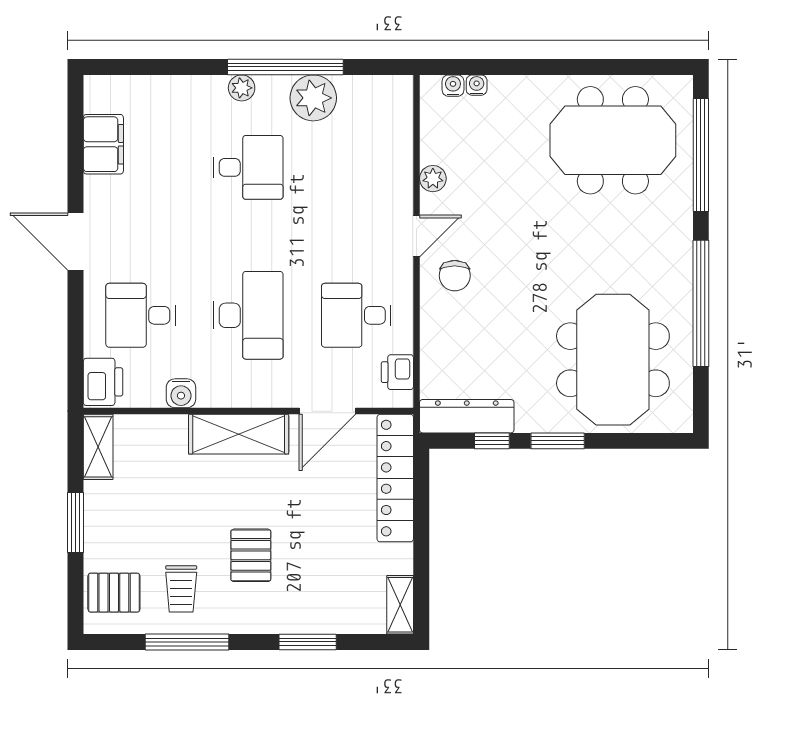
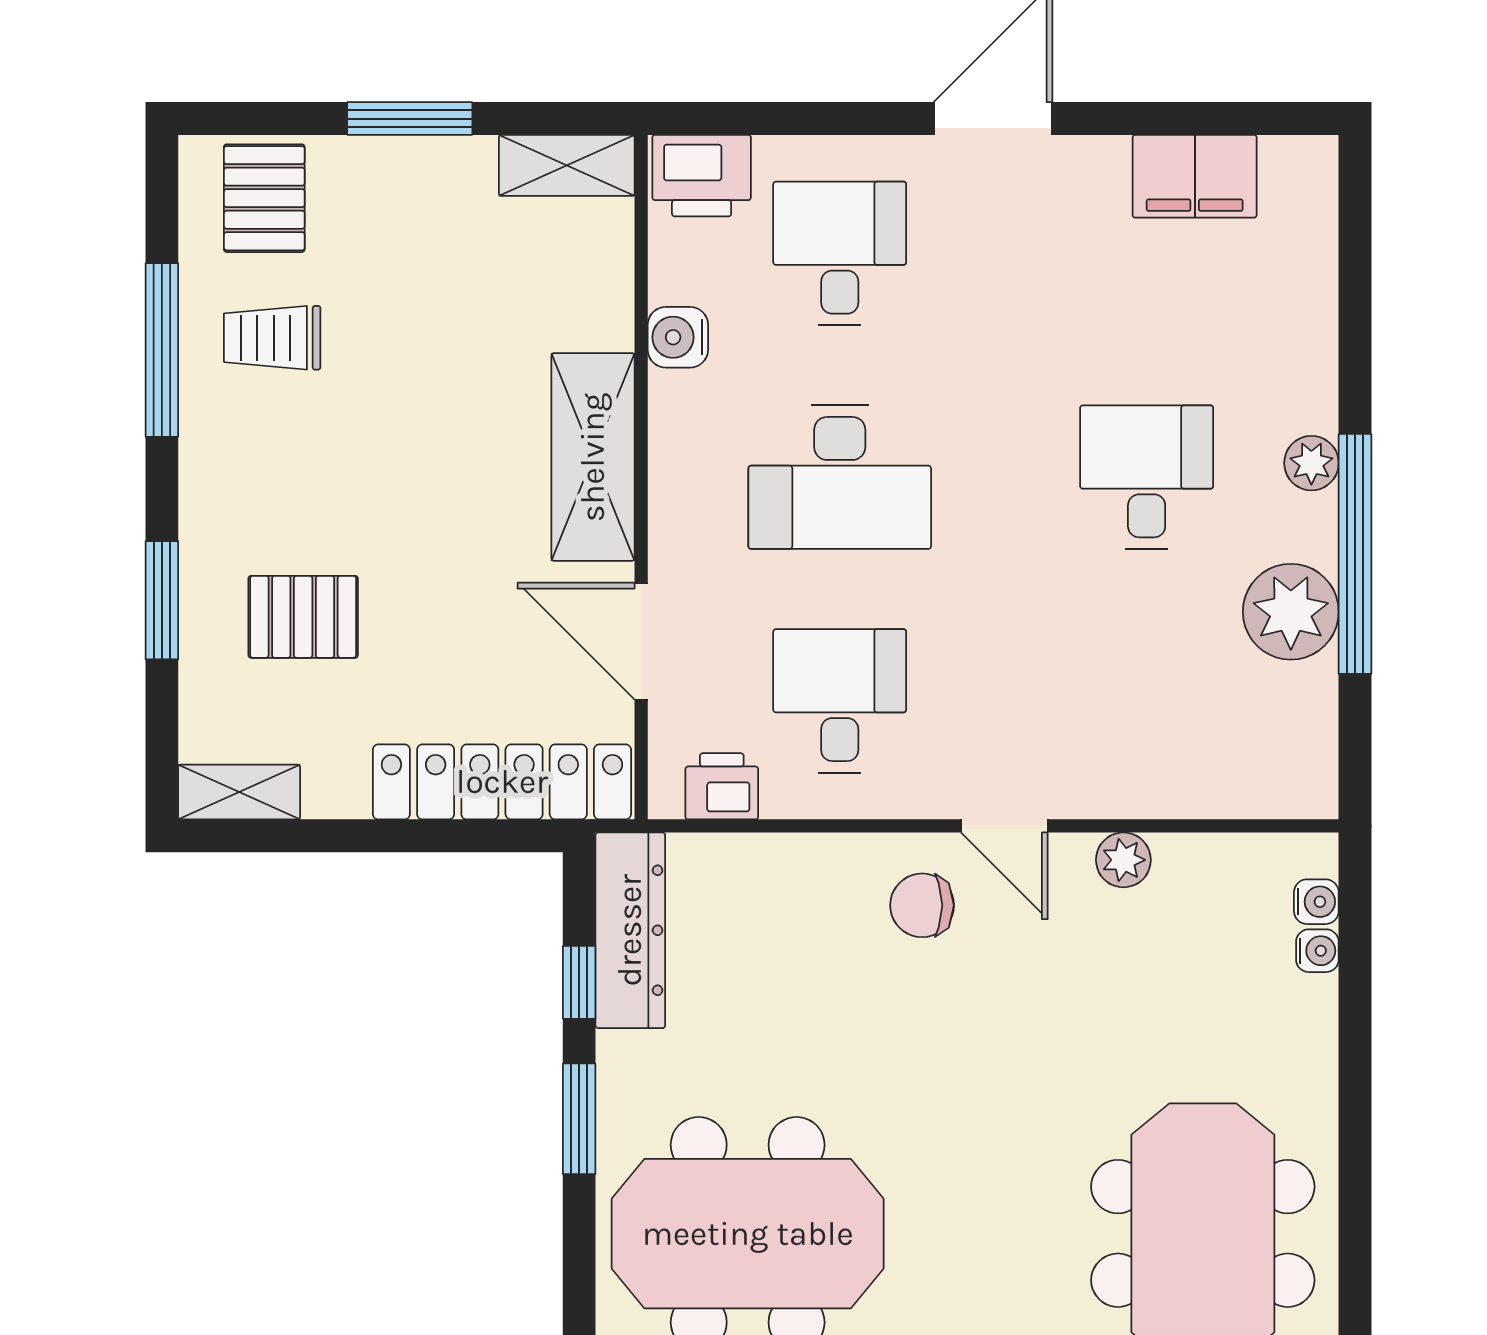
desk: (248, 167) -> (1147, 477), turned 180
pallet: (251, 555) -> (303, 617), moved

